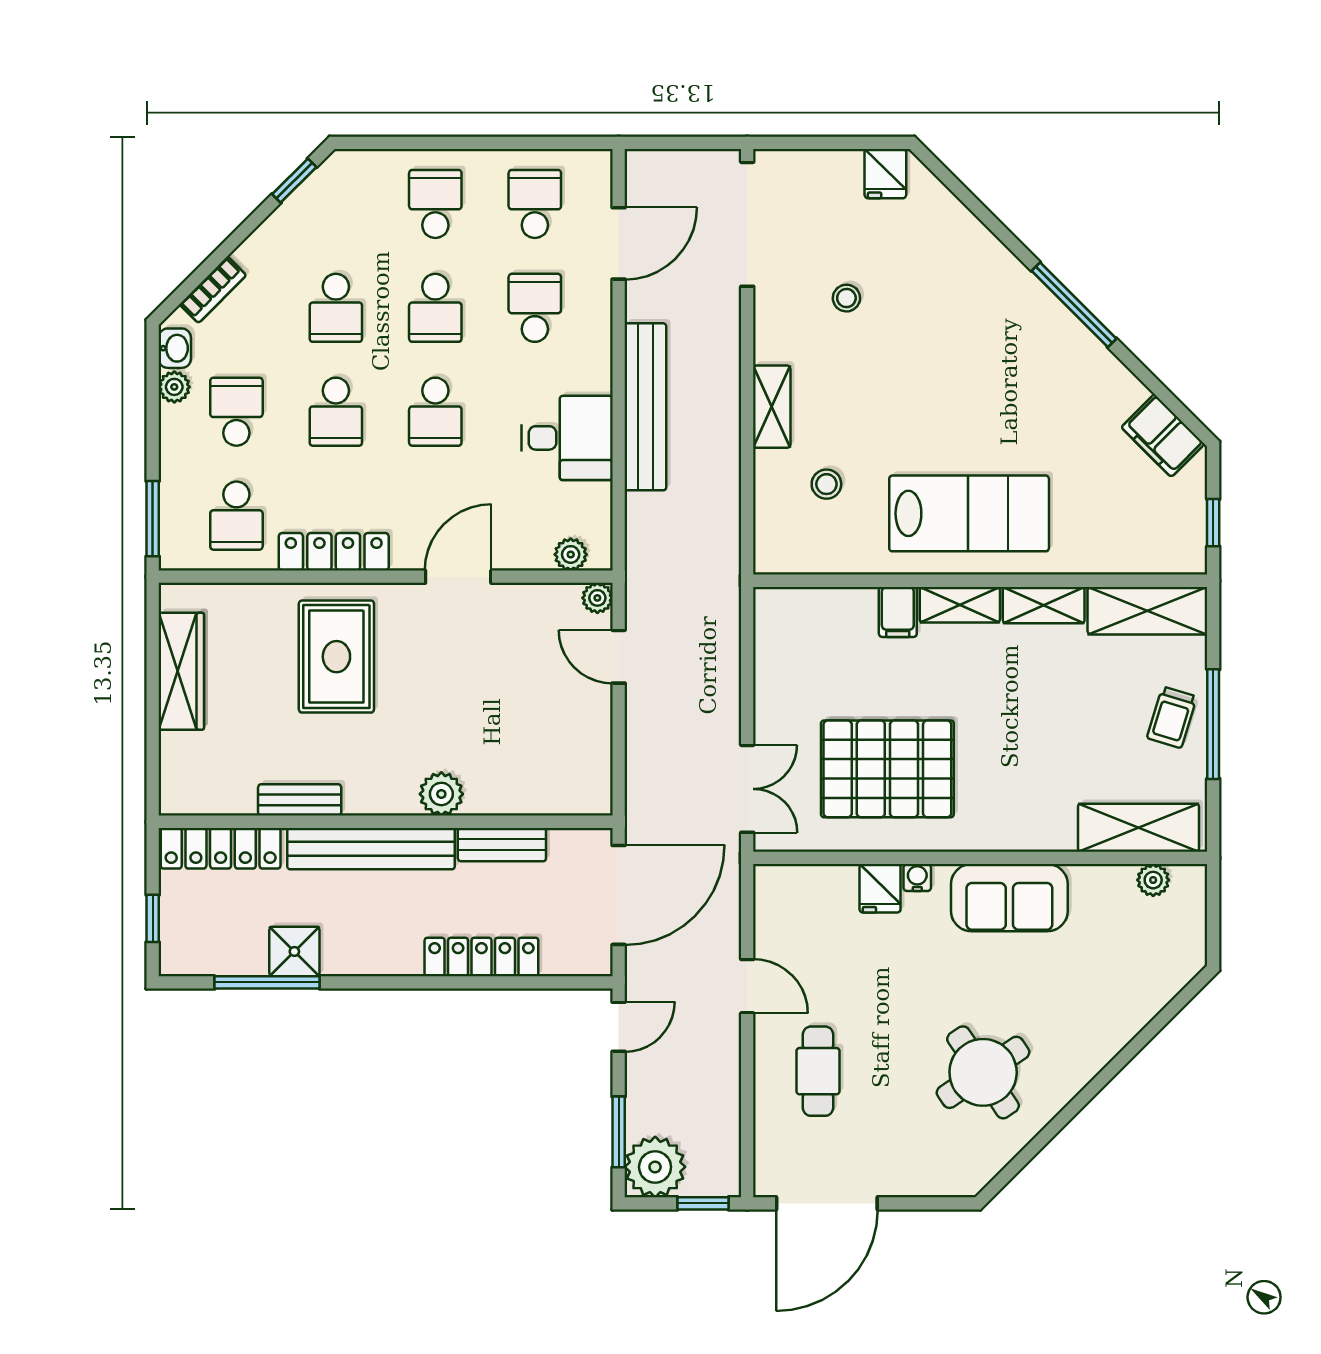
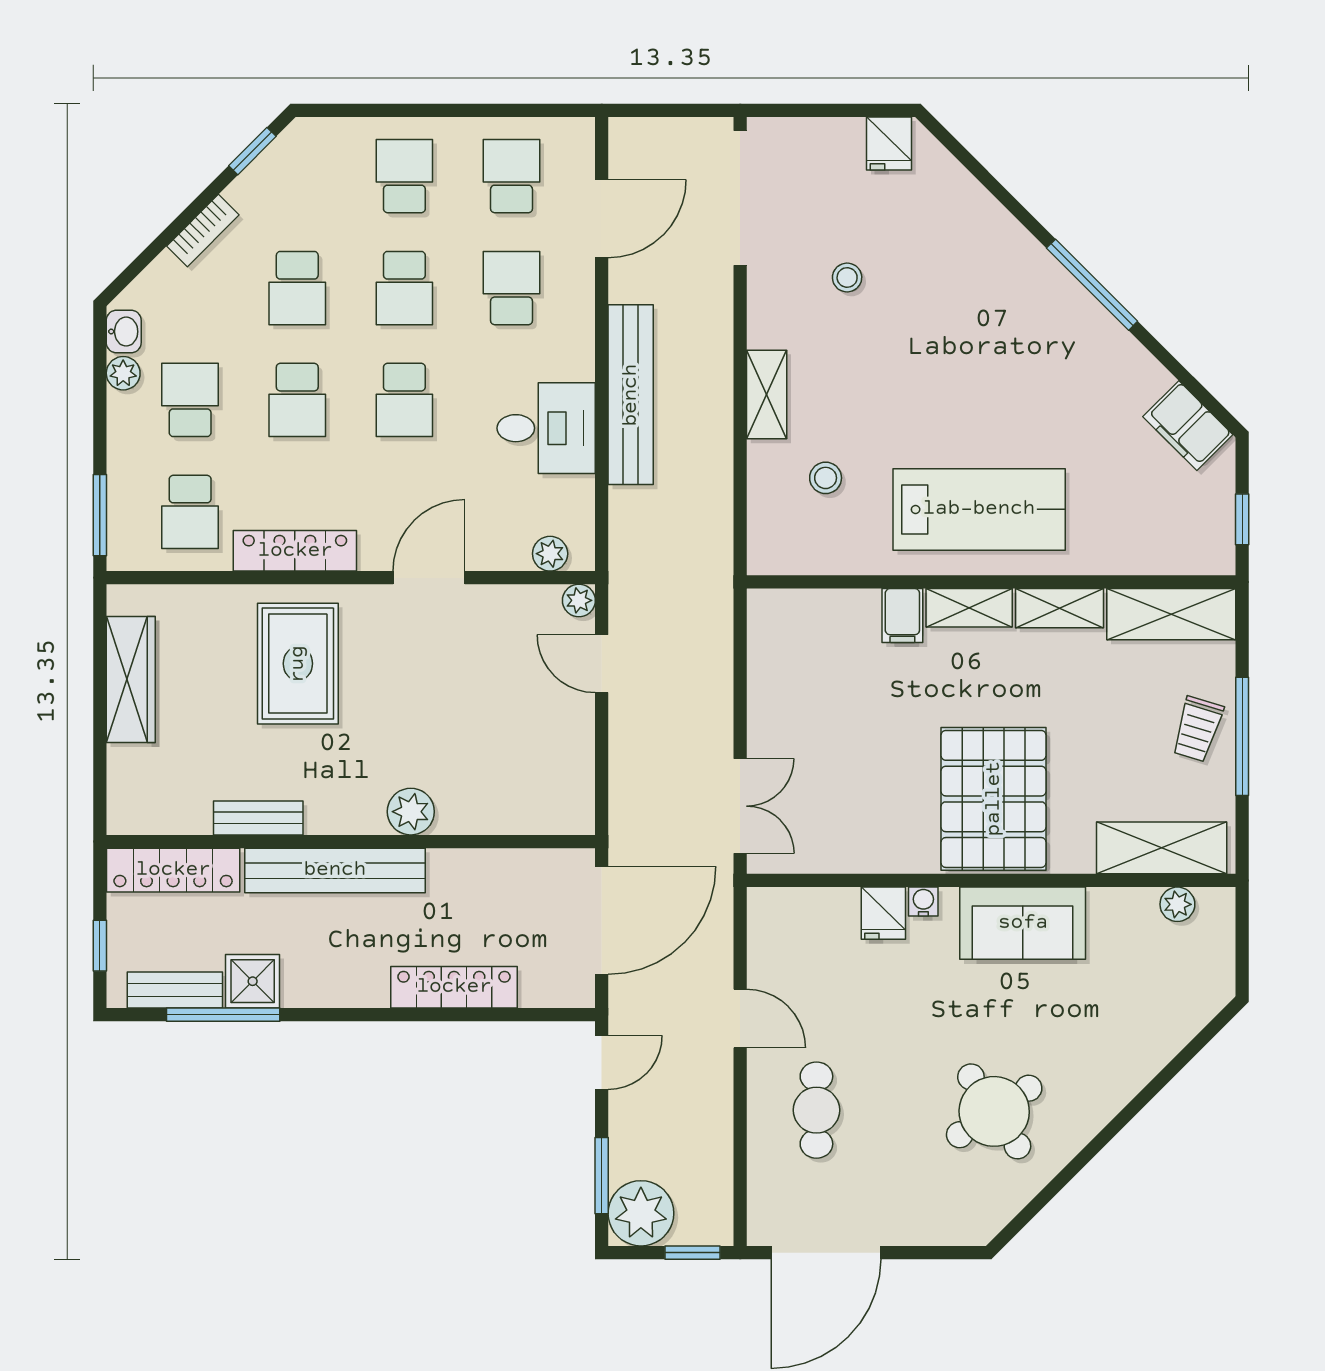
bookcase: (213, 290) -> (203, 230), moved
pallet: (887, 769) -> (994, 799), moved, turned 90
bench: (502, 845) -> (175, 990), moved

